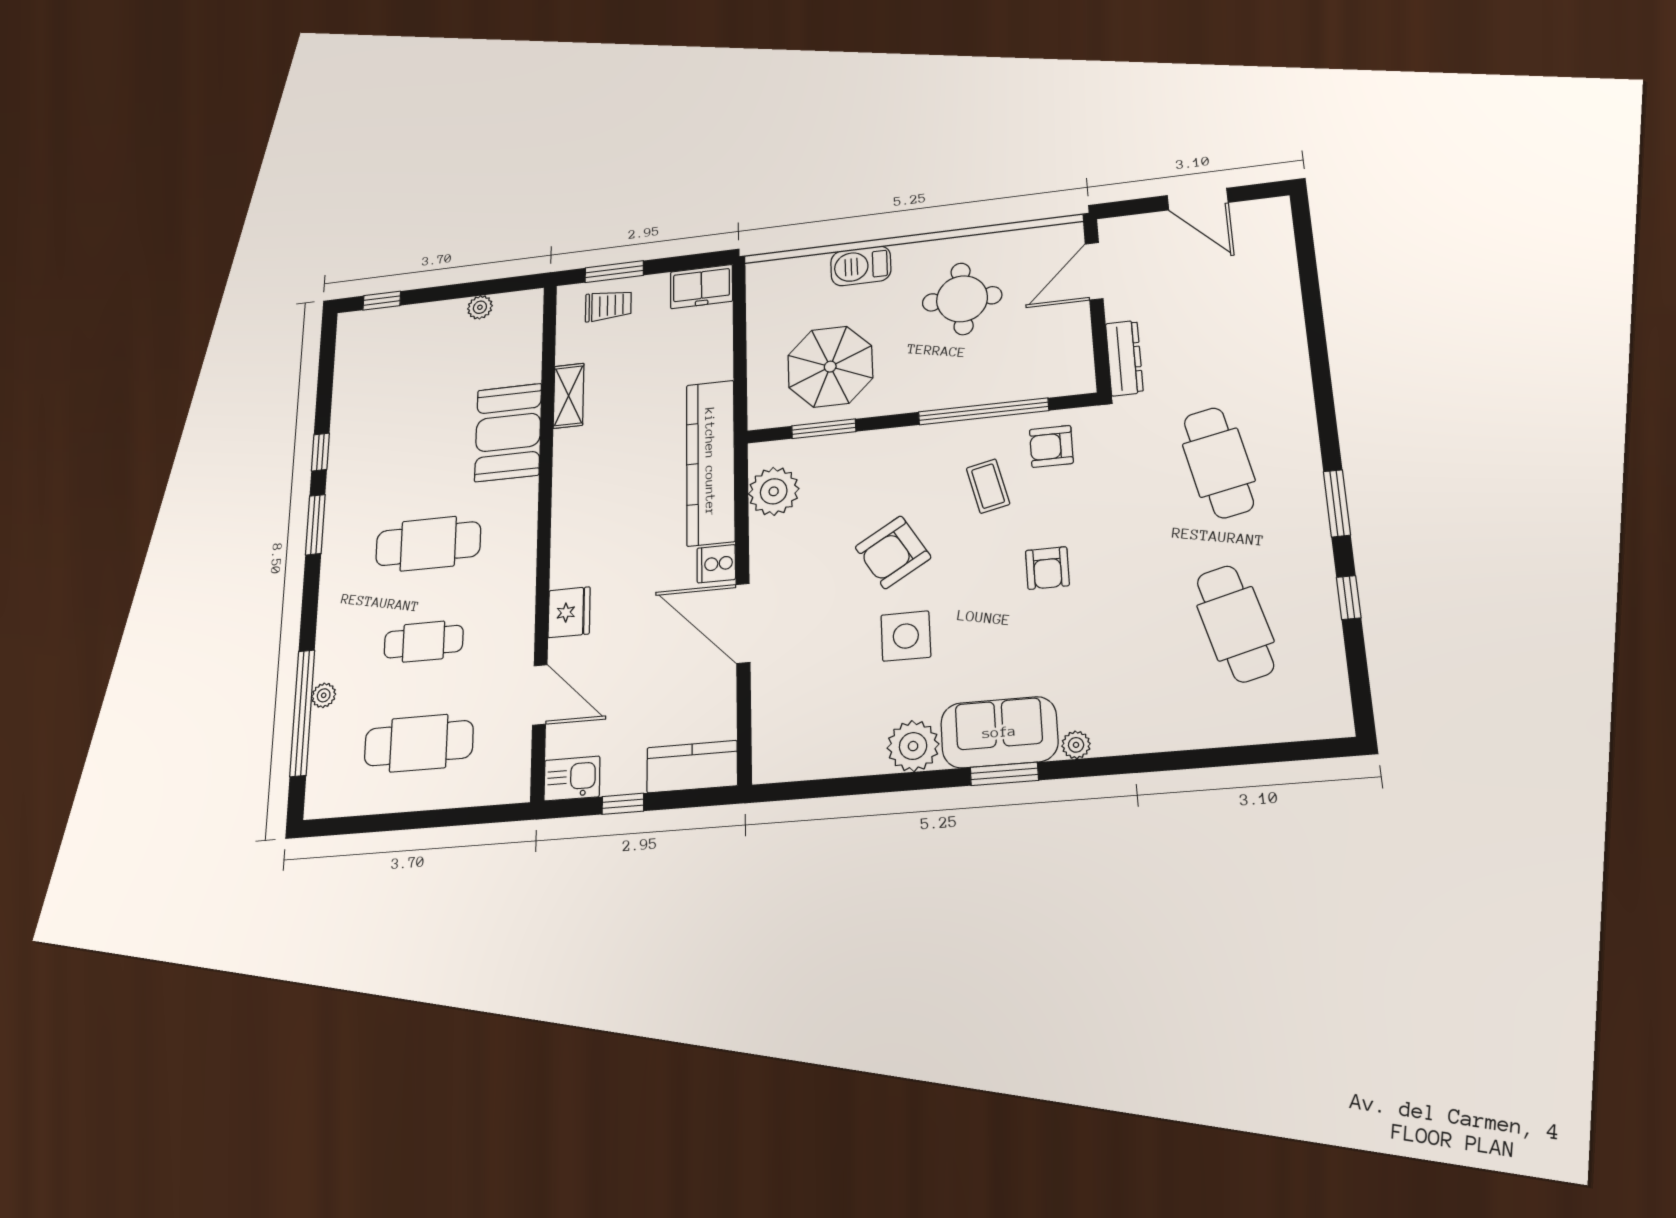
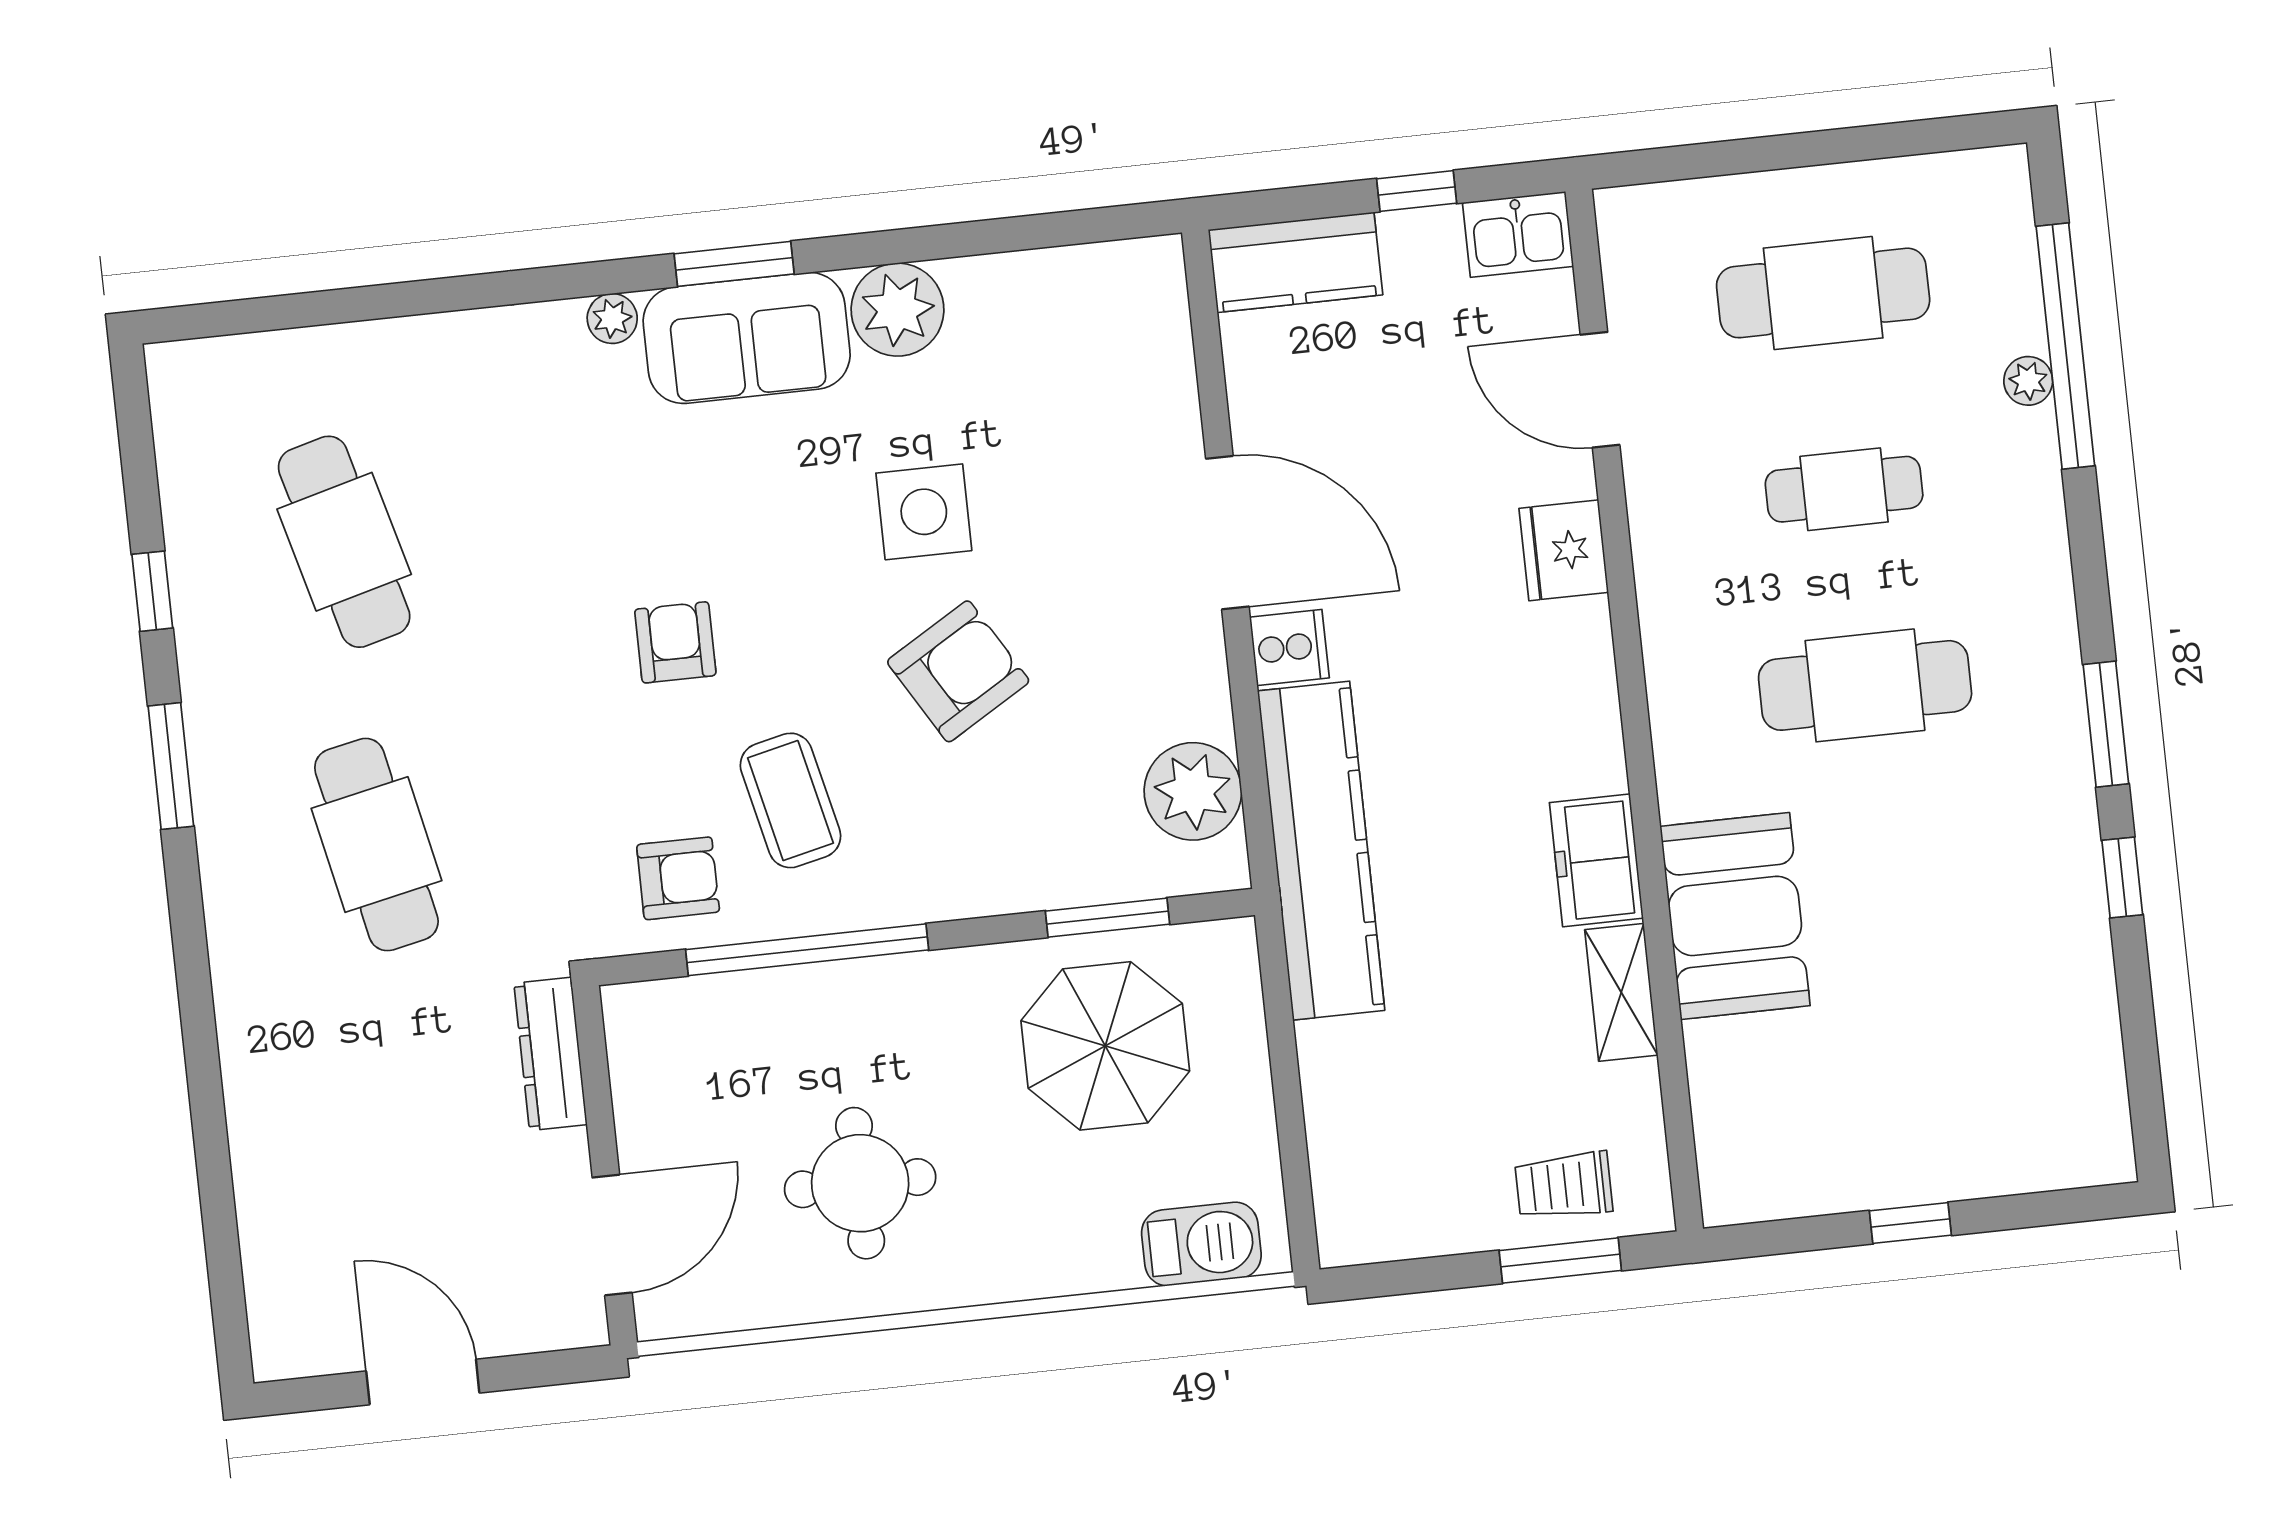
barbecue: (861, 266) -> (1201, 1244), moved
freezer: (701, 287) -> (1596, 860), moved, turned -90
window: (382, 301) -> (1910, 1223), moved
plant: (480, 307) -> (1833, 1188), removed
coffee table: (988, 486) -> (790, 800), width x1.36, depth x1.30

